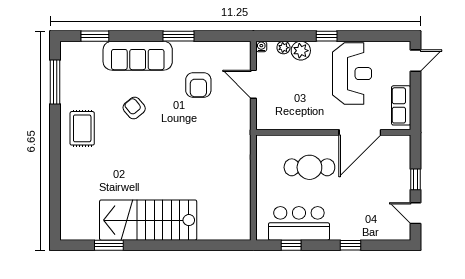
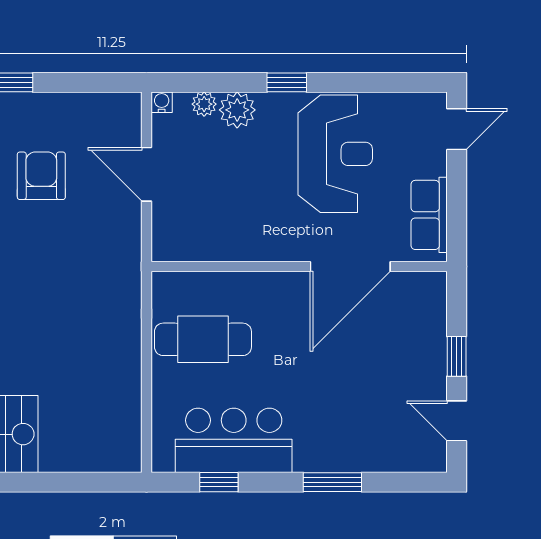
armchair: (198, 85) -> (41, 176), turned 180
cafe table: (309, 167) -> (203, 339), moved
window: (351, 245) -> (332, 482), width x1.50

